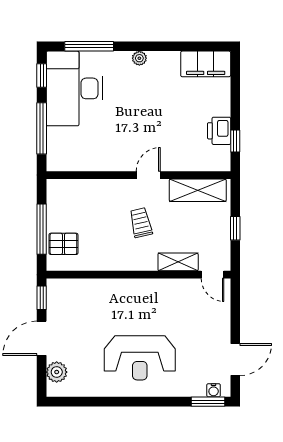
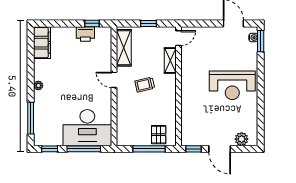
desk: (74, 88) -> (87, 128), moved
reception desk: (140, 358) -> (232, 85), turned 90

